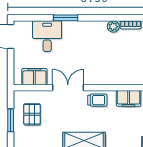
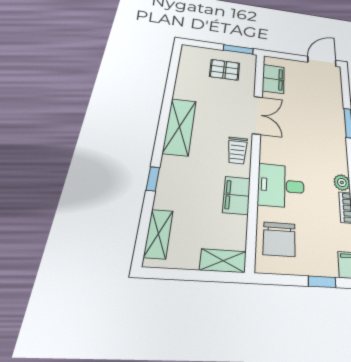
desk: (47, 36) -> (281, 186), moved, turned 180
window: (11, 120) -> (238, 49), moved

